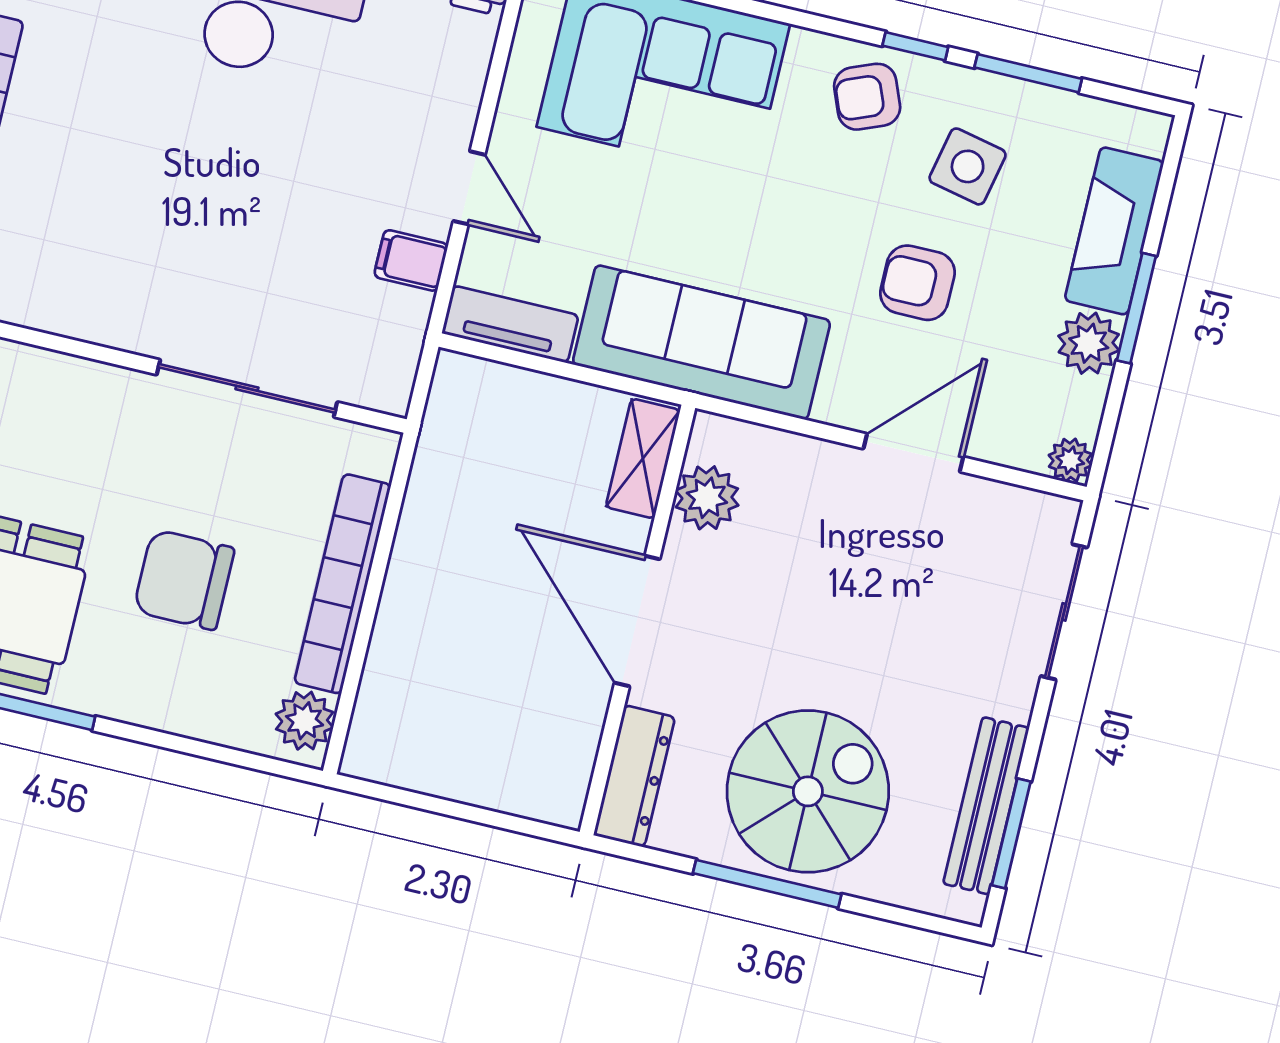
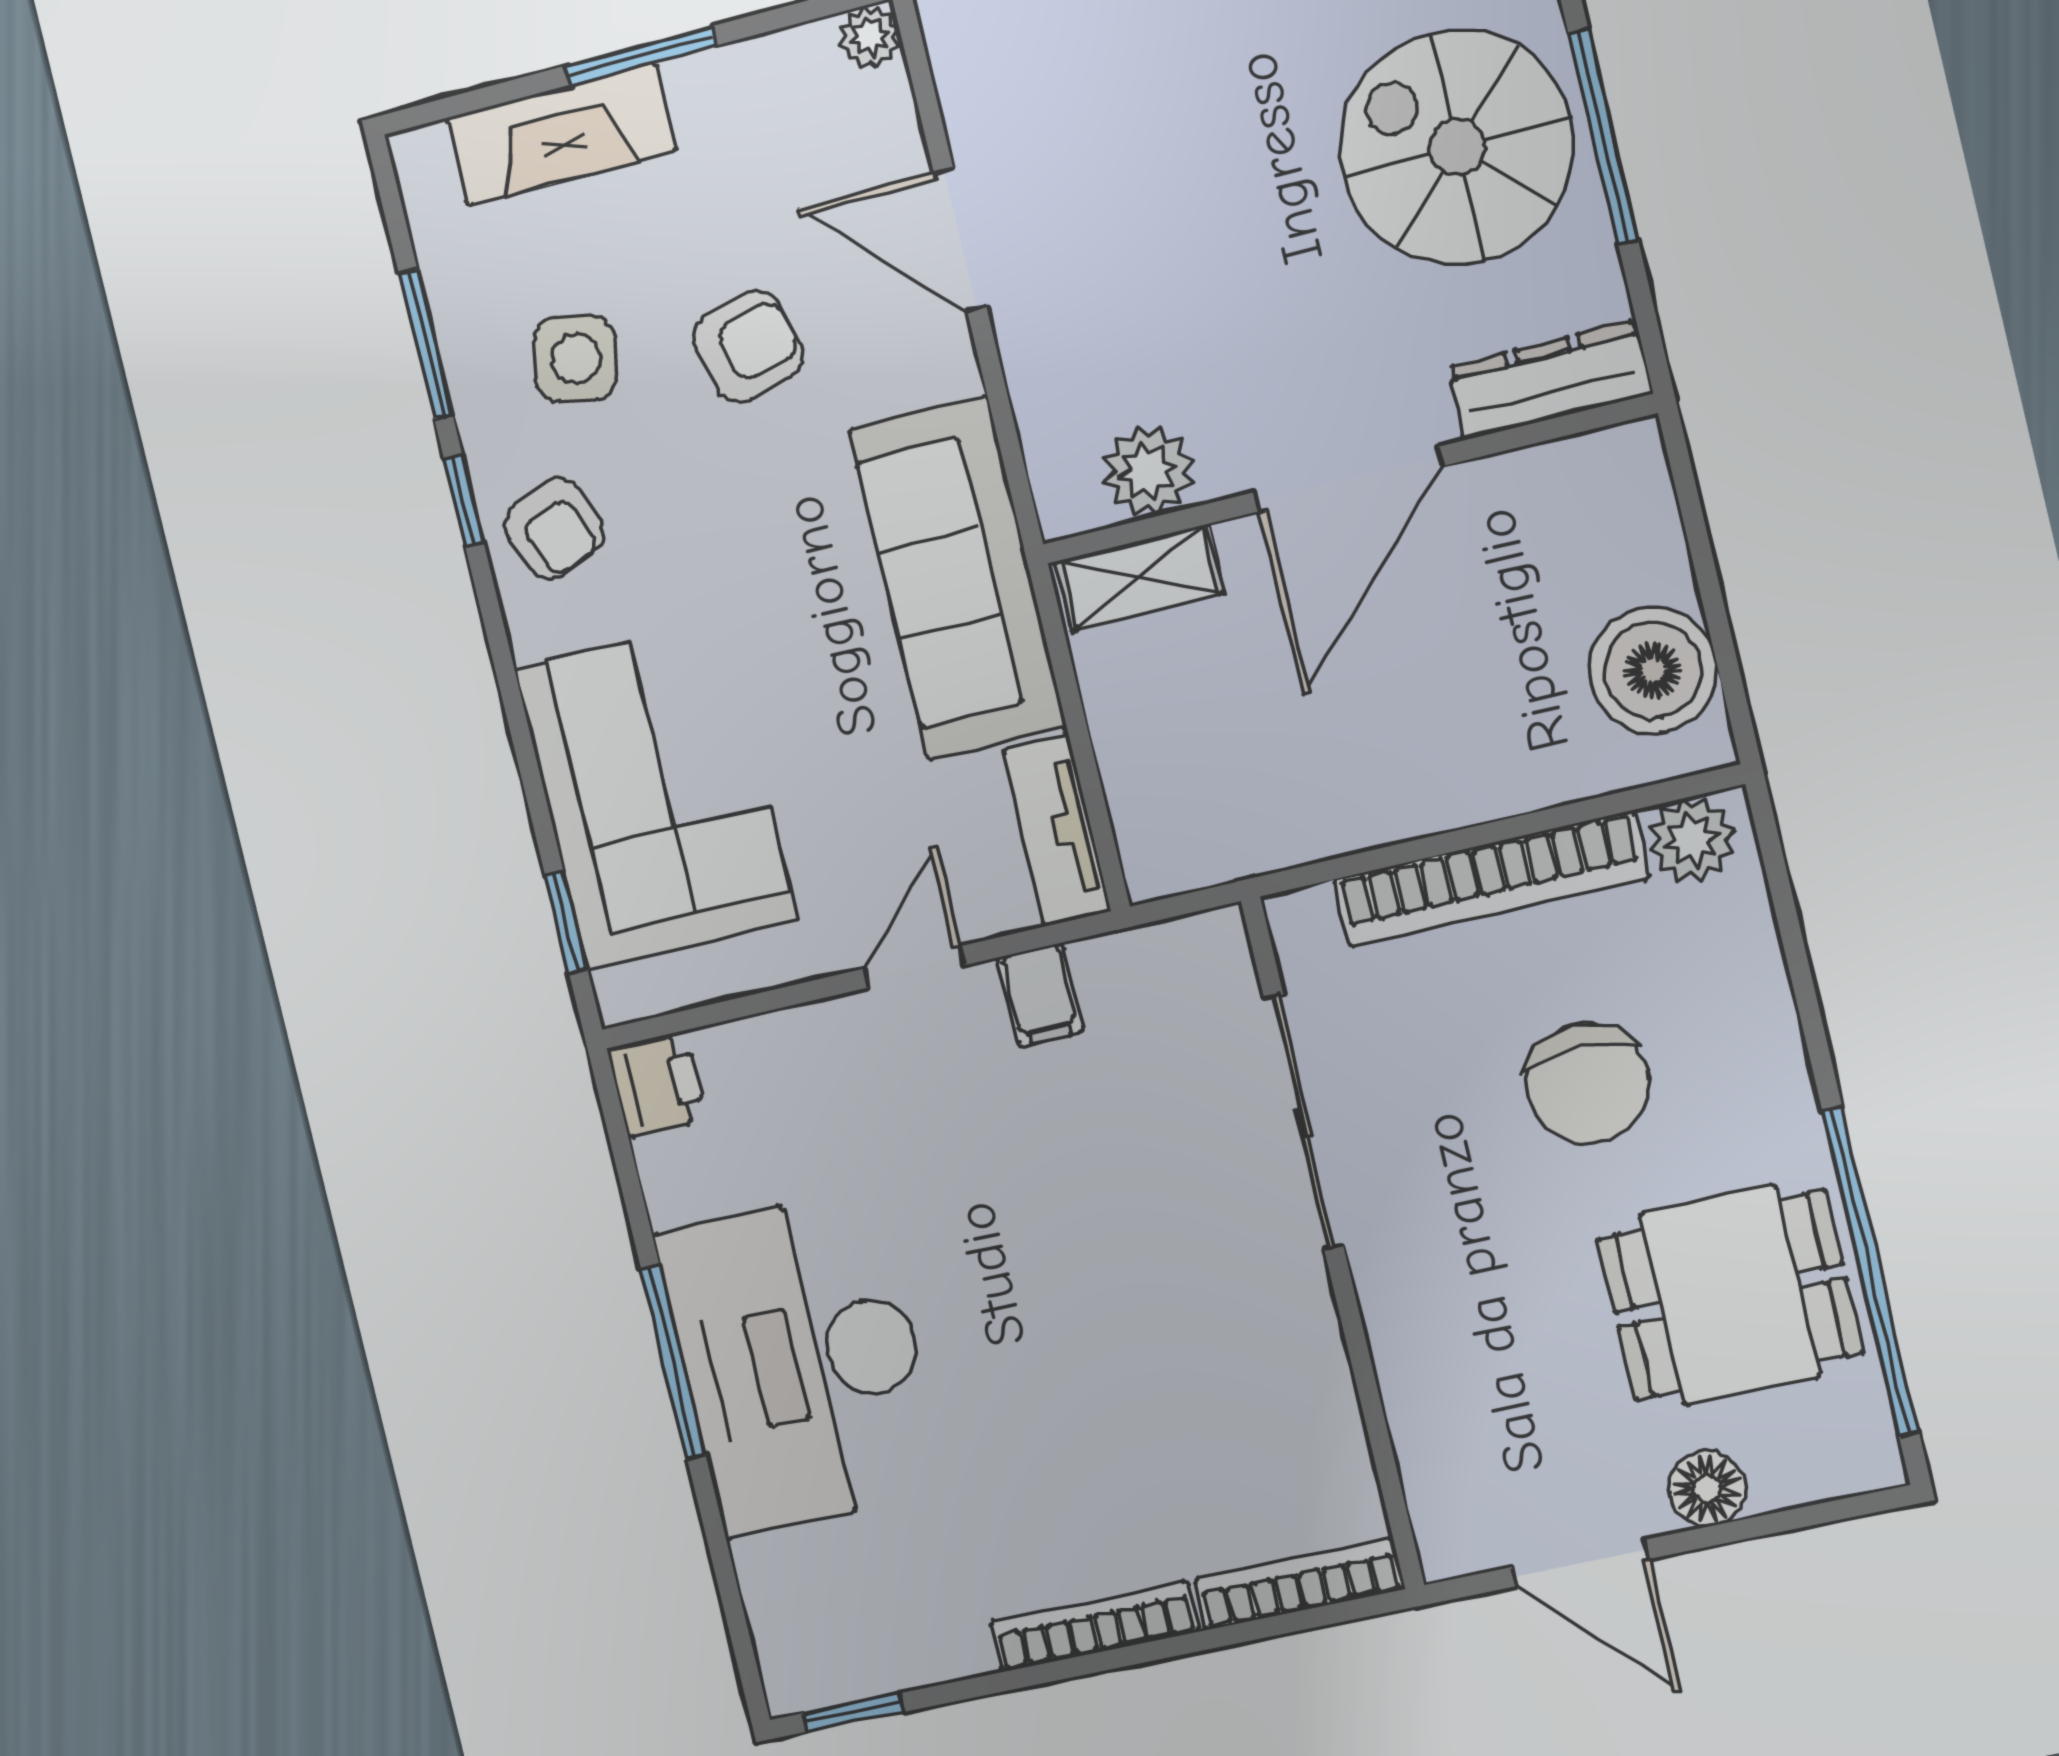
armchair: (917, 283) -> (748, 346), turned -104
plant: (1089, 343) -> (714, 92), removed
boiler: (422, 749) -> (1653, 670), added

